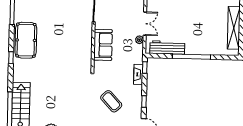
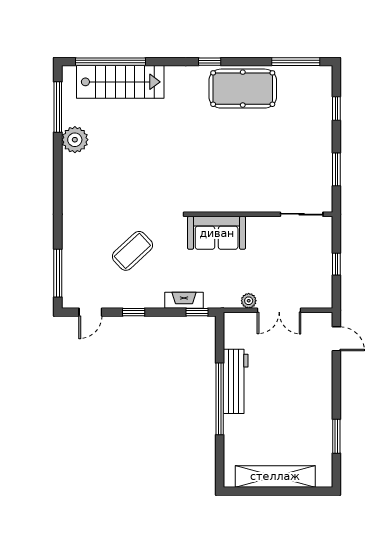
sofa: (103, 45) -> (217, 233), moved
workbench: (167, 47) -> (236, 381), moved

